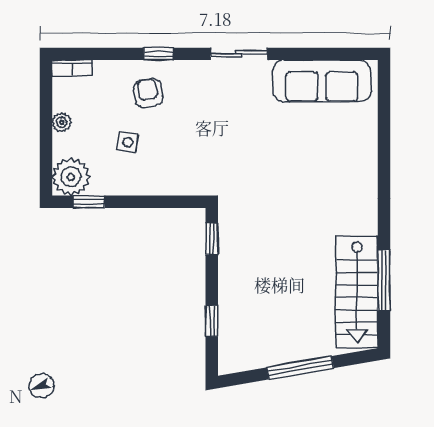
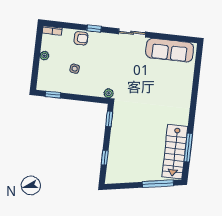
armchair: (148, 93) -> (81, 38), moved, turned 100
plant: (71, 177) -> (109, 93), moved, width x0.53, depth x0.53
window: (300, 368) -> (158, 184), moved

